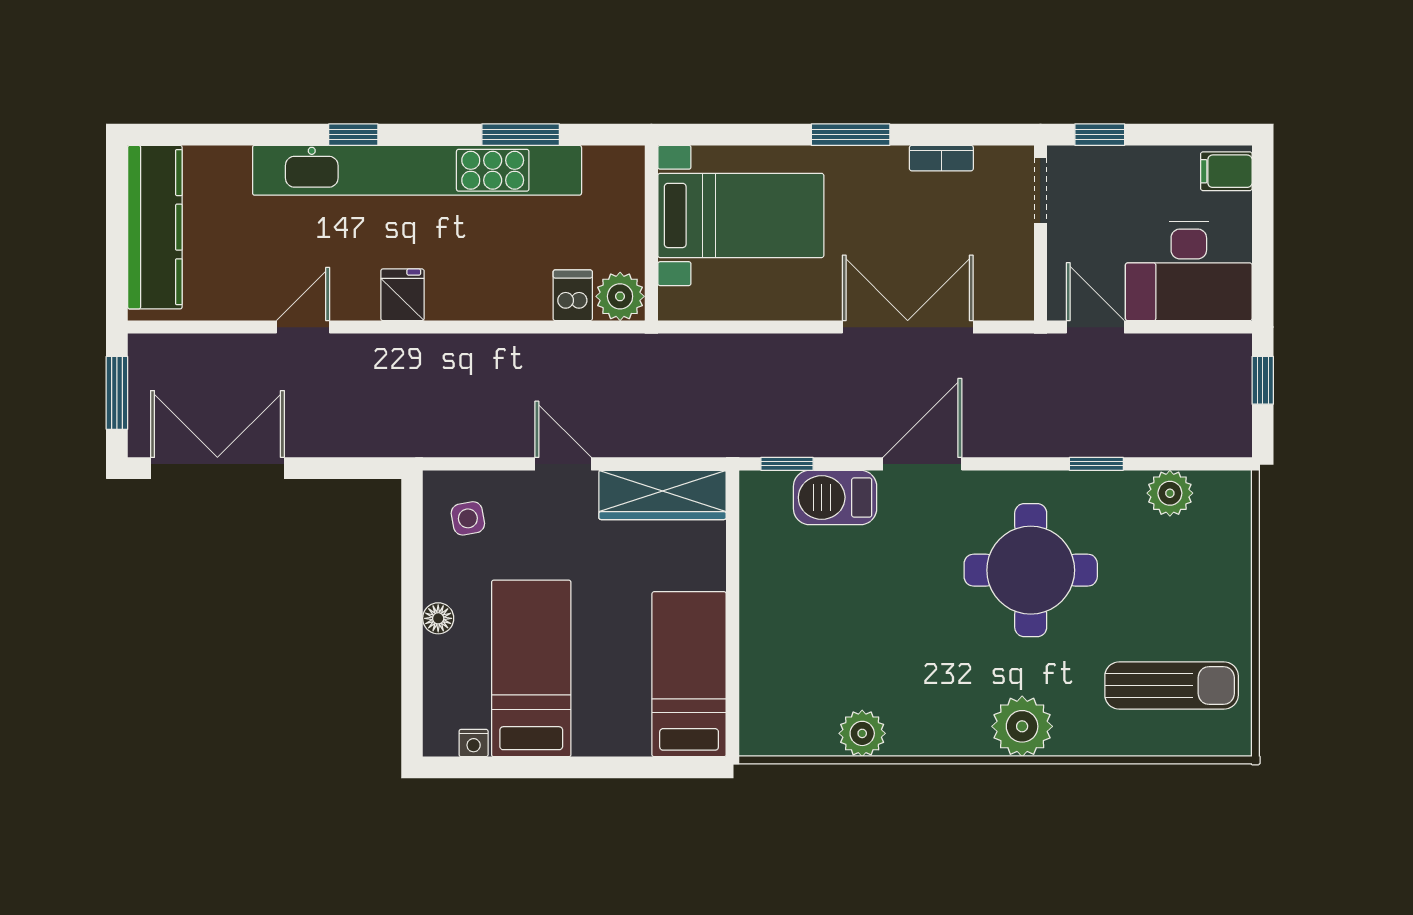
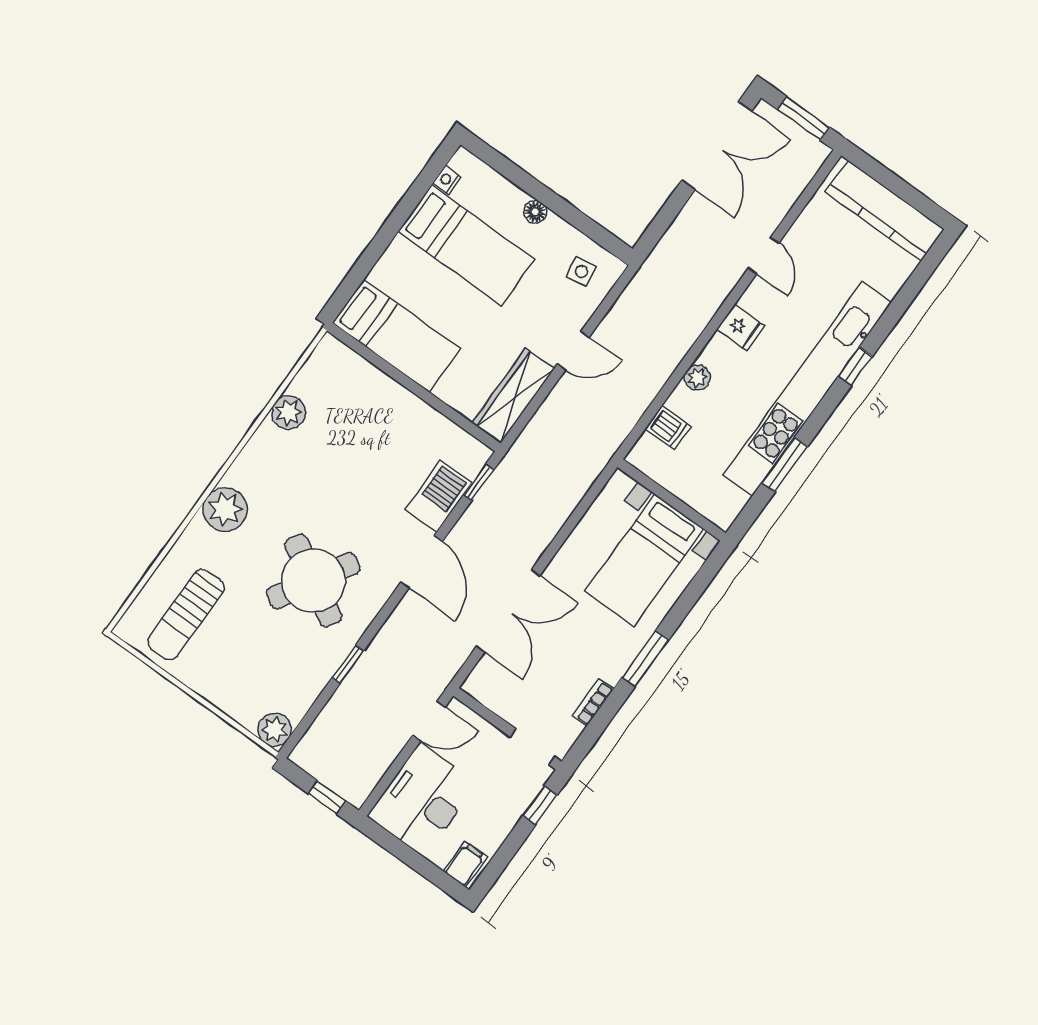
plant: (620, 296) -> (697, 377), moved, width x0.73, depth x0.73
plant: (1170, 493) -> (275, 730), moved
round table: (1031, 570) -> (313, 581), turned 30

